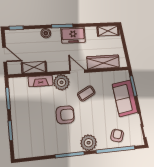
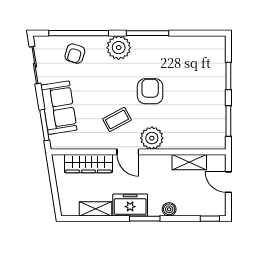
shelving: (108, 31) -> (96, 209), moved
fireplace: (41, 81) -> (182, 142), removed
armchair: (65, 115) -> (150, 91), turned 90

